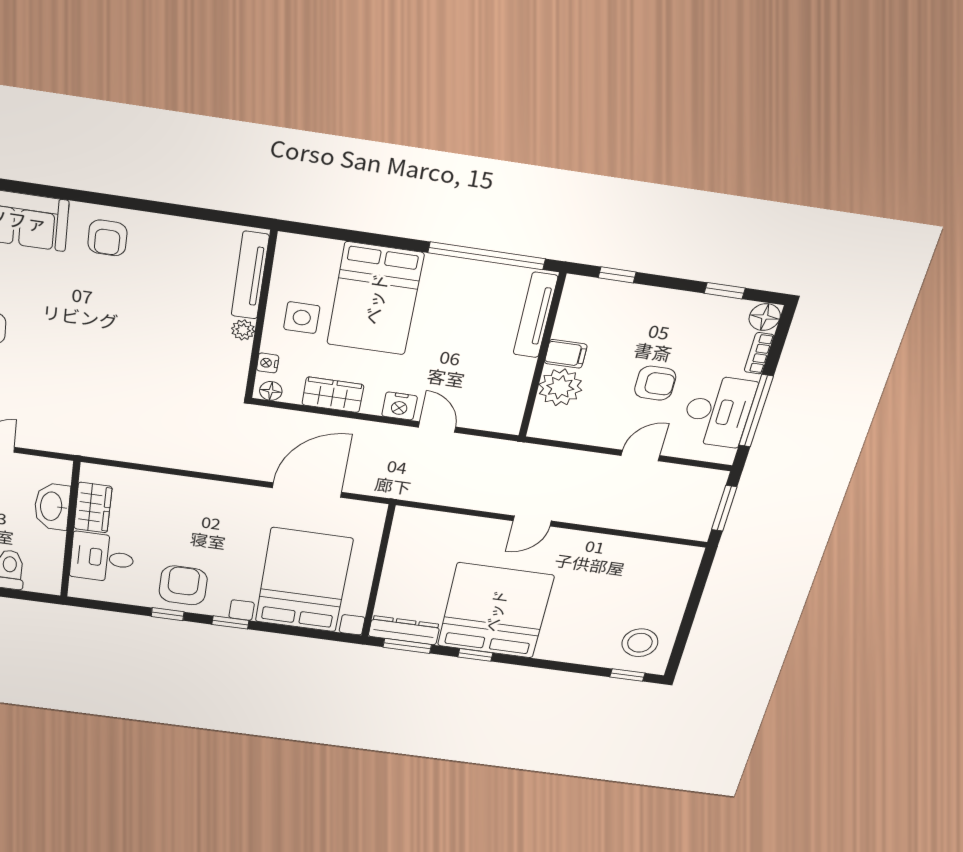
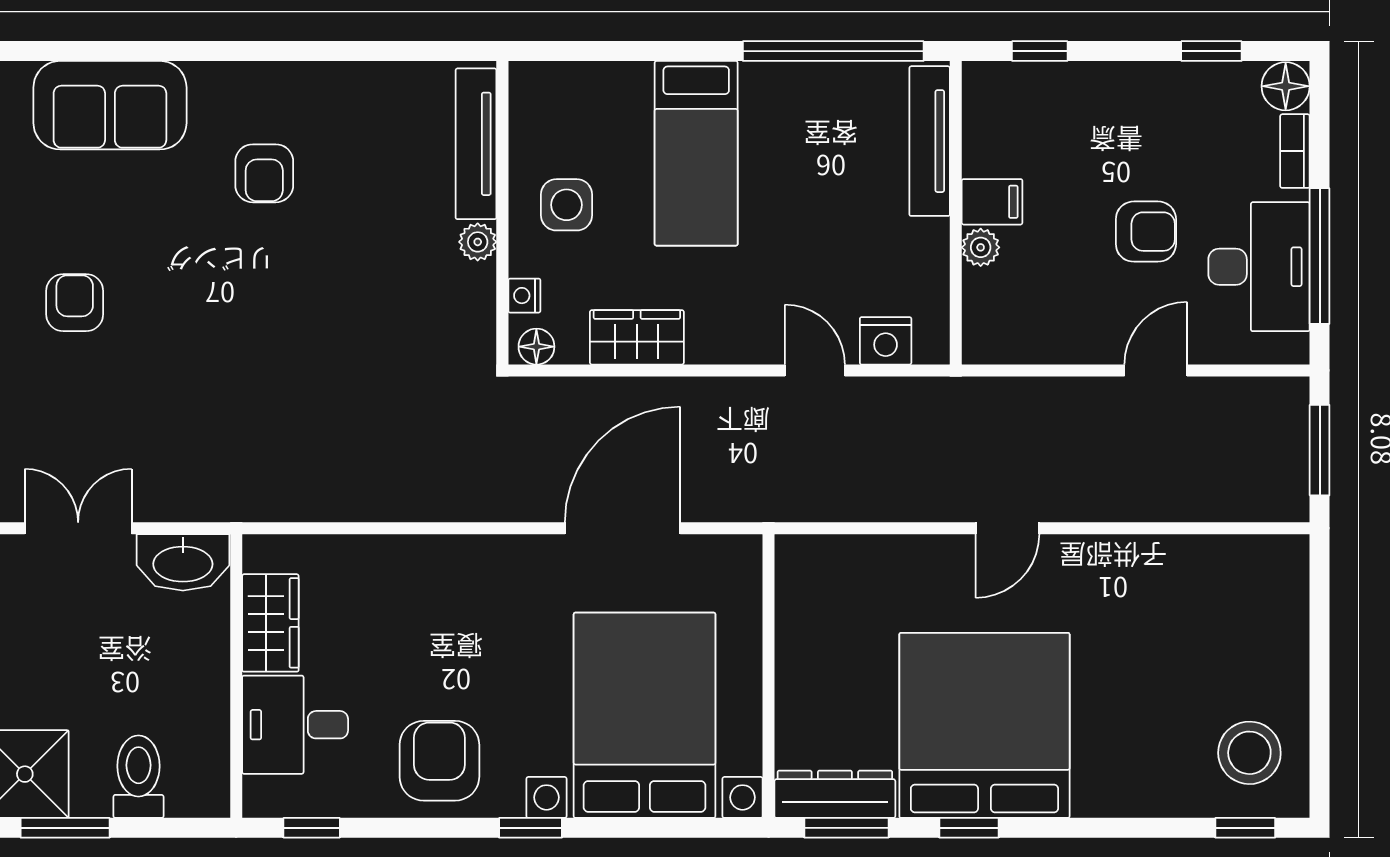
armchair: (107, 238) -> (264, 173), moved
bed: (375, 299) -> (696, 153), width x0.67
plant: (560, 387) -> (981, 247), width x0.53, depth x0.53
nightstand: (400, 406) -> (886, 341), moved
washbasin: (52, 506) -> (183, 562), moved, turned -90
window: (168, 614) -> (312, 828), moved

